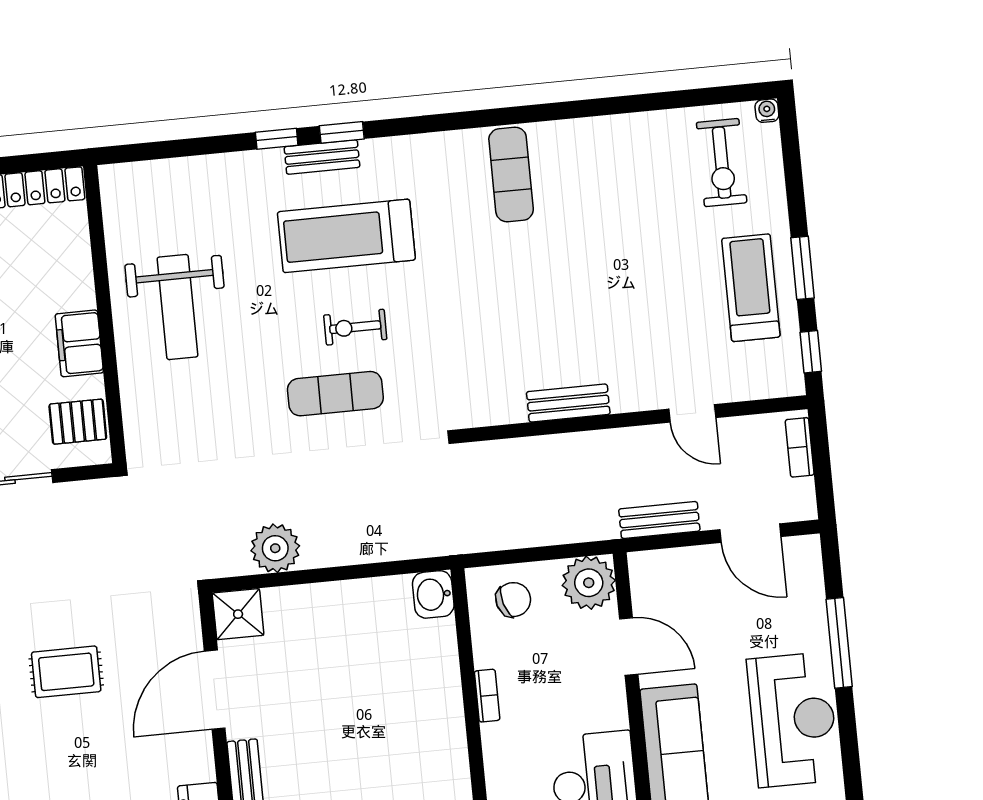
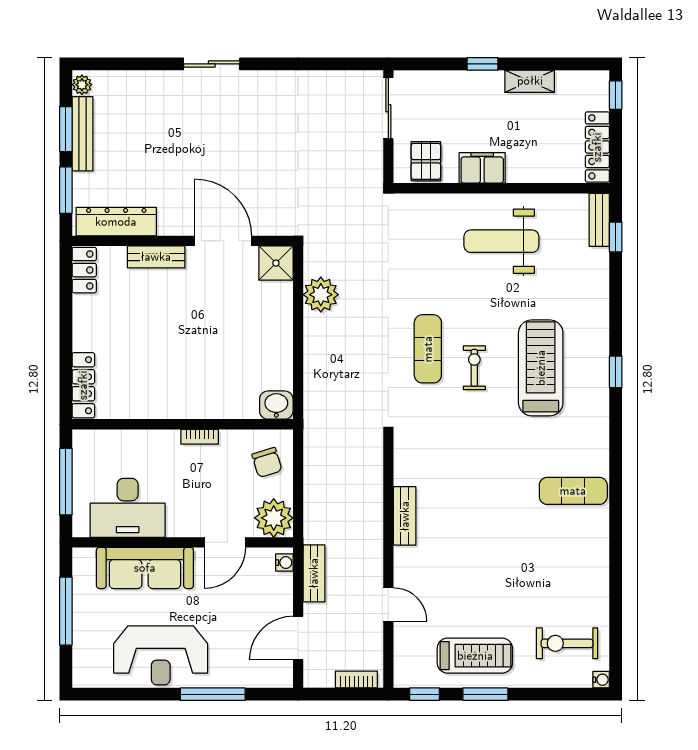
window: (277, 139) -> (616, 237), moved
bench: (322, 157) -> (599, 220), moved
door: (692, 413) -> (388, 604), swing flipped
water cooler: (649, 562) -> (284, 563), added
rug: (66, 672) -> (246, 135), removed

